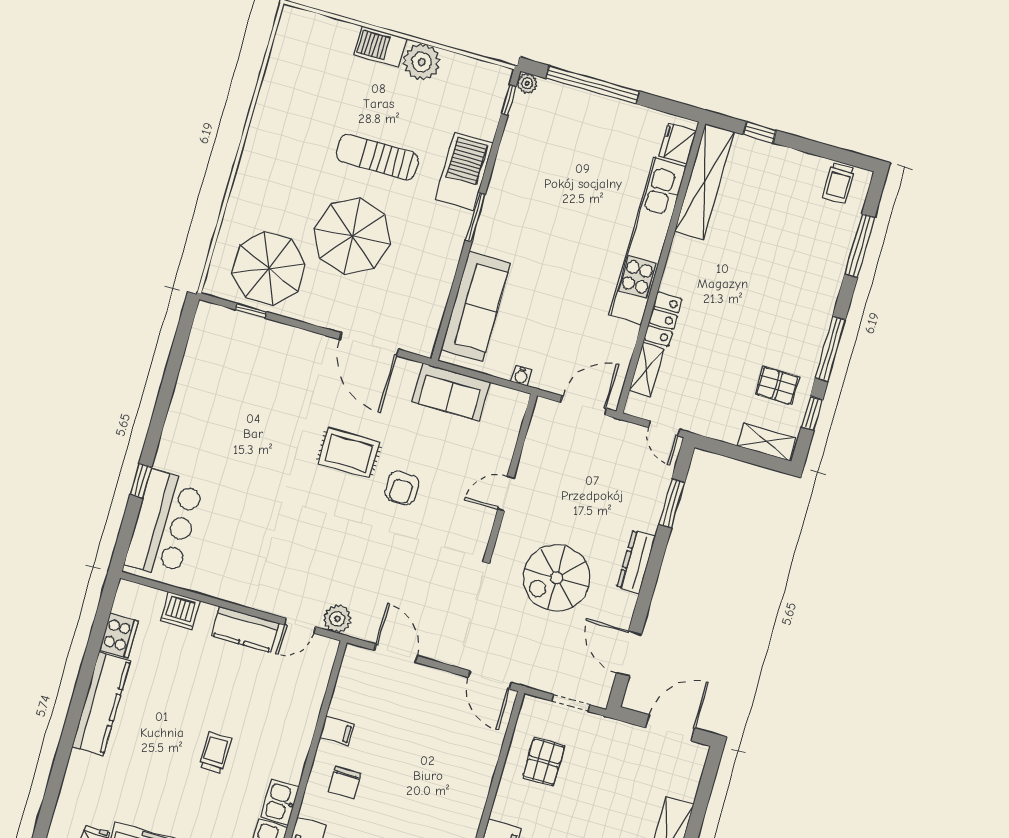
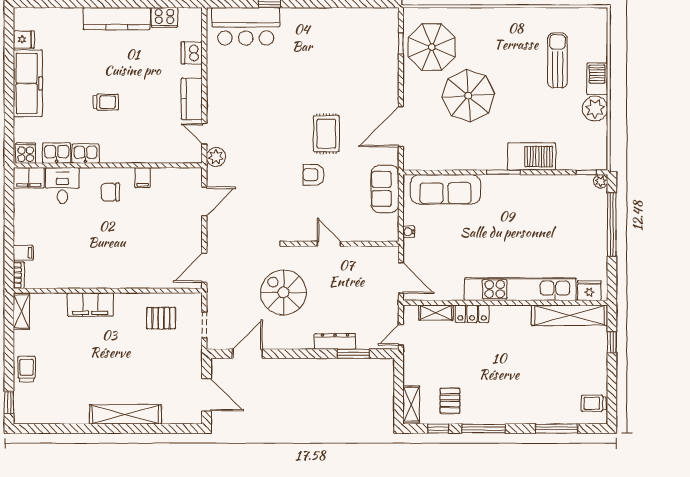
sun lounger: (377, 157) -> (557, 60), moved
dresser: (636, 562) -> (335, 341), moved

